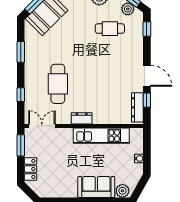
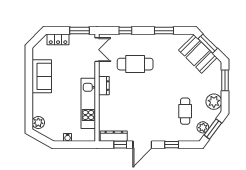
window: (147, 29) -> (172, 145), moved
sofa: (96, 187) -> (42, 76), moved

